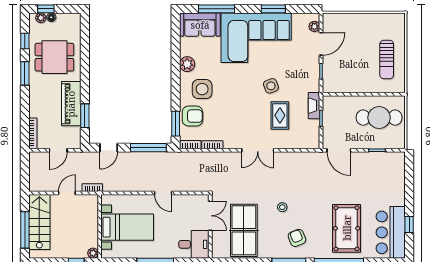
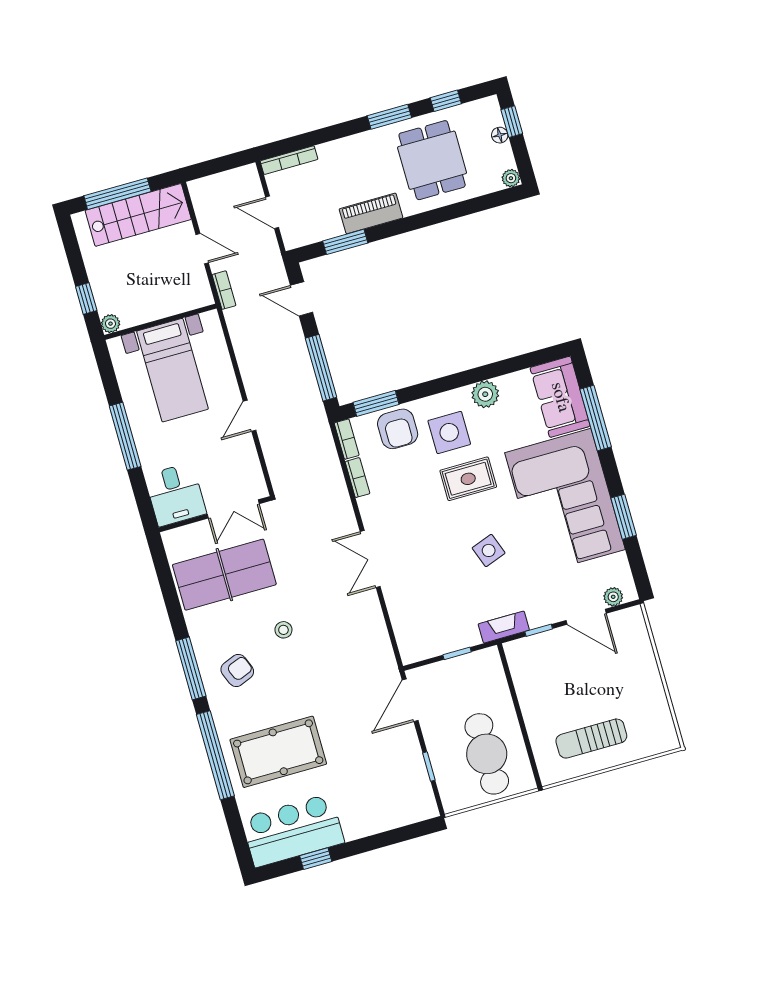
plant: (41, 18) -> (511, 178), moved
piano: (71, 104) -> (371, 213), width x0.73, depth x0.75
fireplace: (314, 106) -> (504, 627), moved
rug: (280, 115) -> (468, 479), moved

